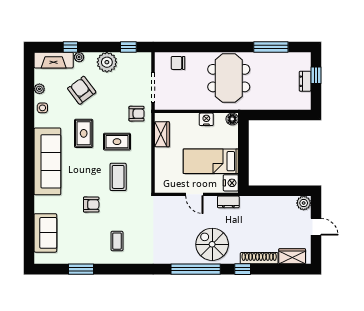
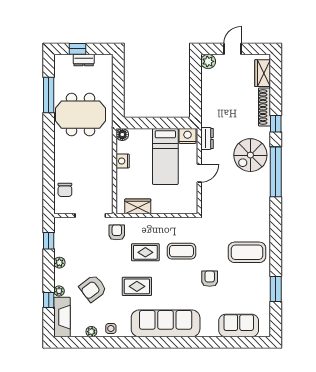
plant: (107, 62) -> (59, 263), width x0.53, depth x0.53
meeting table: (229, 78) -> (81, 115), moved
rug: (117, 142) -> (145, 252), turned 90
coffee table: (117, 241) -> (247, 252), width x1.86, depth x1.72

